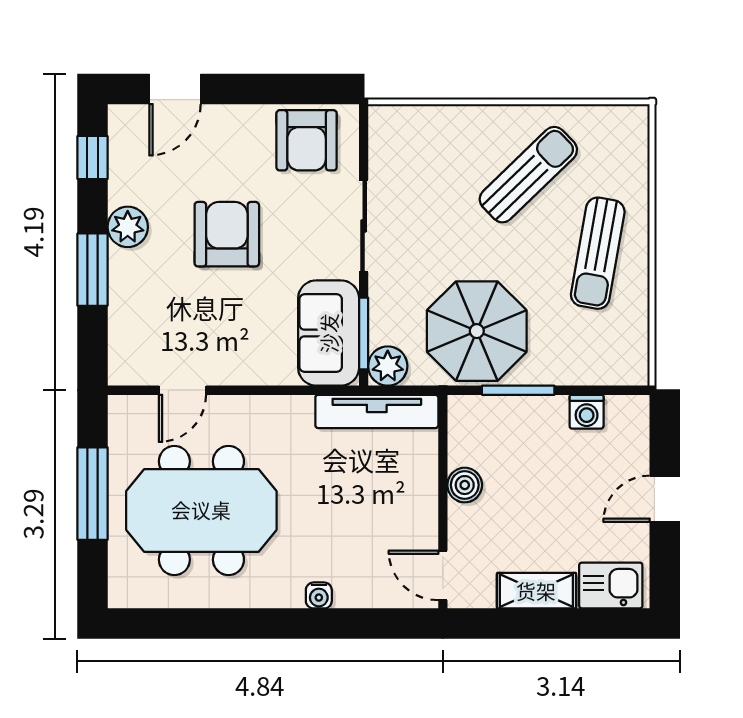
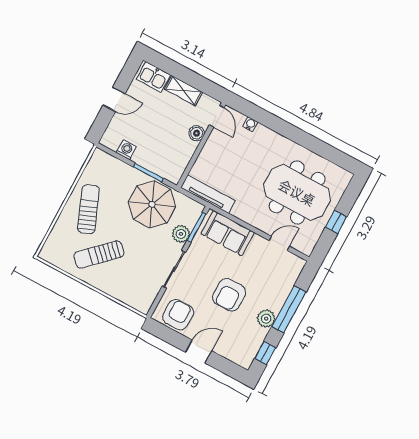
door: (175, 89) -> (199, 352), moved
sun lounger: (598, 253) -> (88, 209), turned -32
window: (92, 270) -> (289, 309), width x1.44
sofa: (329, 333) -> (228, 233), moved, turned 90
plant: (388, 366) -> (181, 234), moved
boiler: (465, 485) -> (197, 133), moved
window: (92, 494) -> (336, 222), width x0.46
water cooler: (319, 595) -> (250, 124), moved

